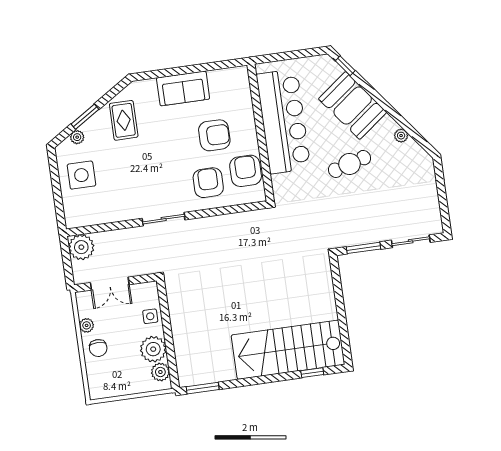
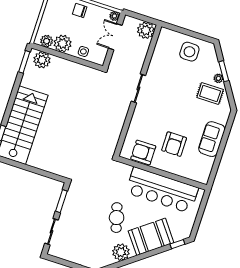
plant: (401, 136) -> (121, 252), width x1.88, depth x1.88
plant: (77, 137) -> (218, 78), moved
armchair: (246, 171) -> (143, 152), turned 180
armchair: (208, 183) -> (147, 126), removed
plant: (87, 325) -> (114, 16), moved
plant: (188, 366) -> (42, 60), added

